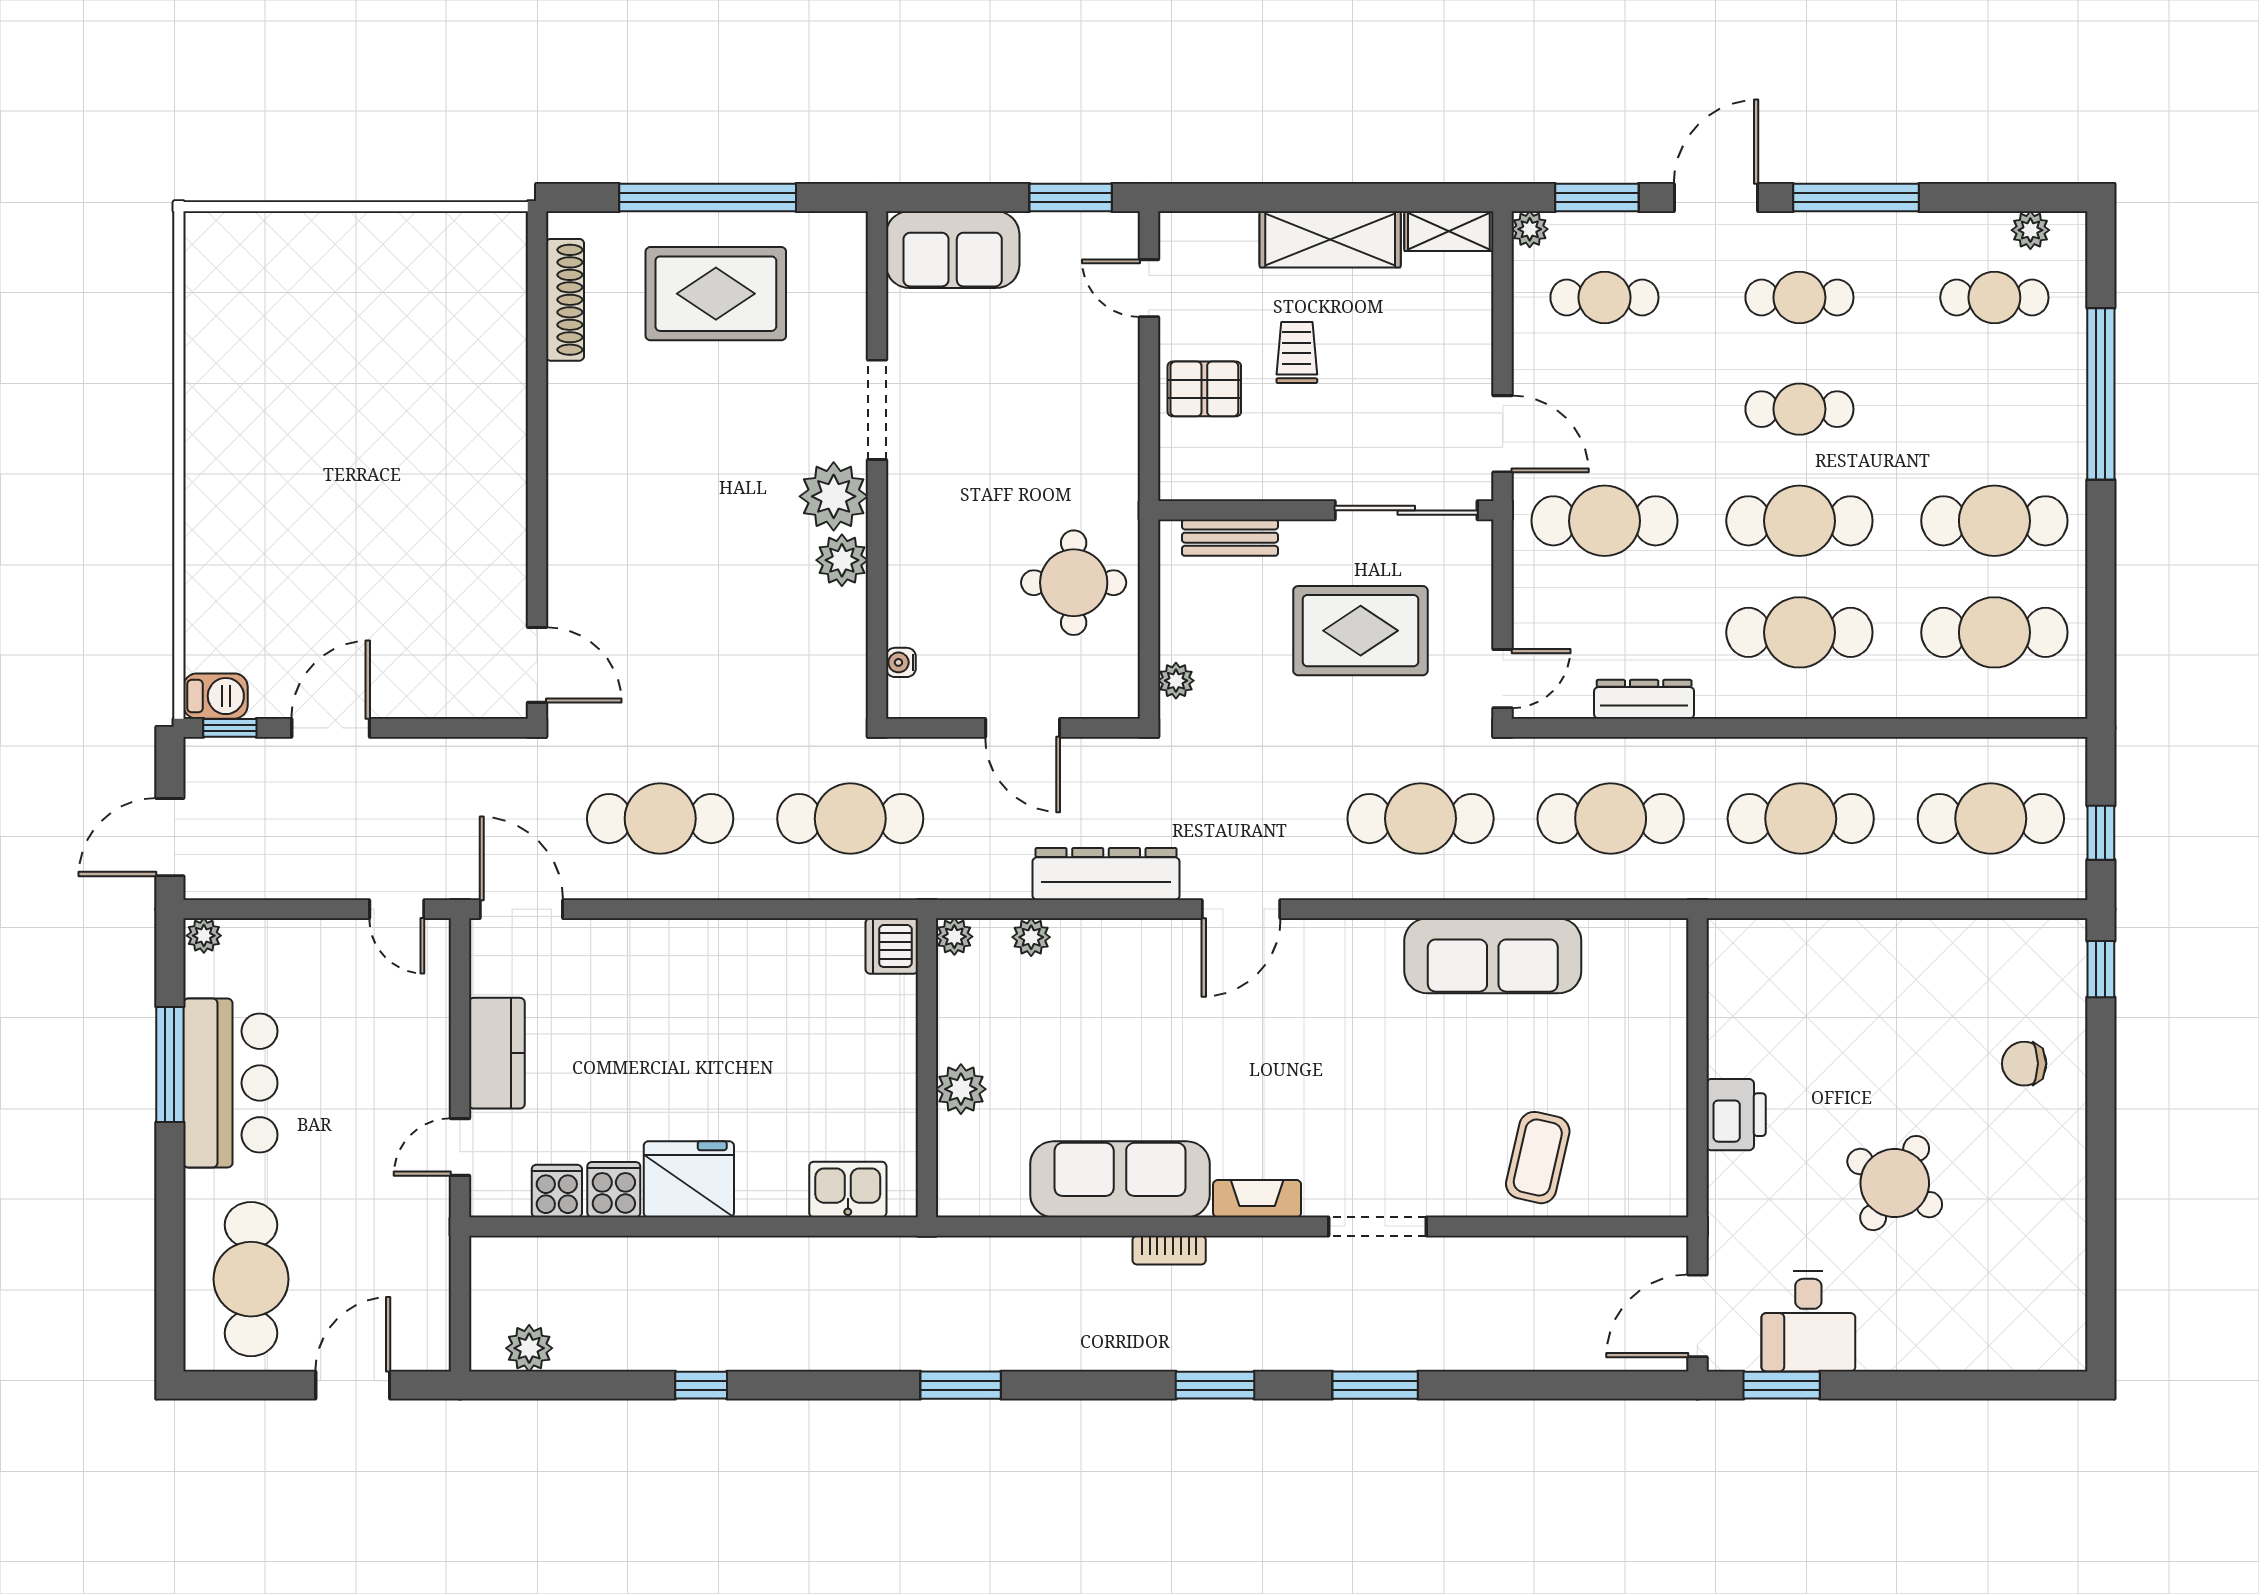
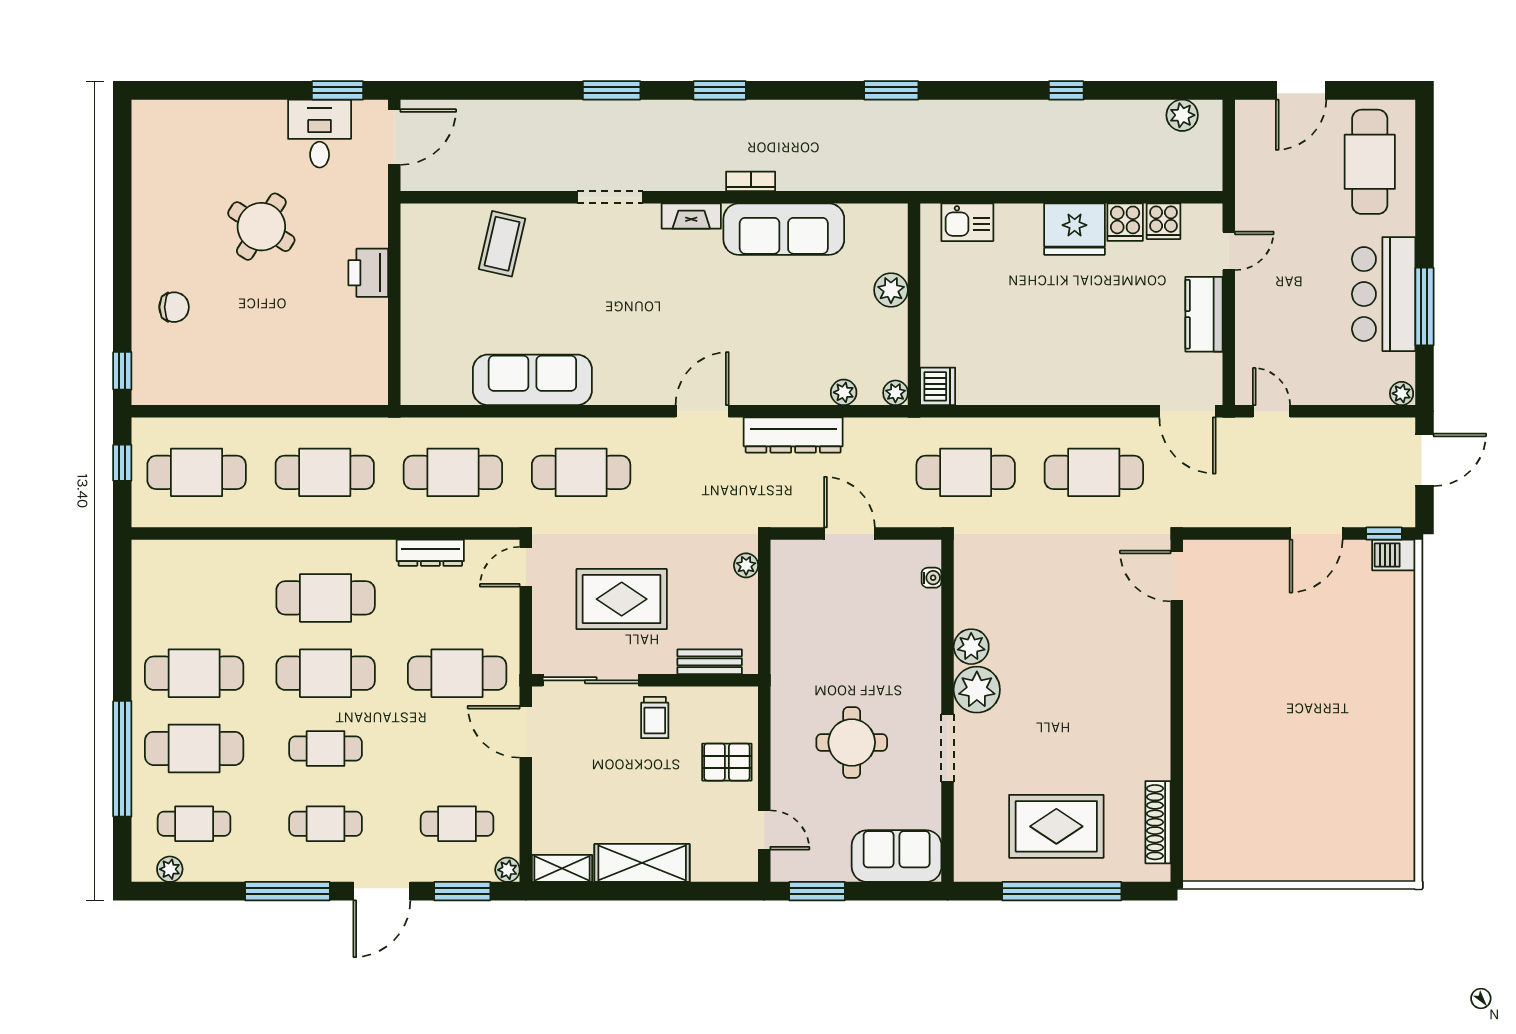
trolley: (1297, 352) -> (655, 718), moved
round table: (1074, 583) -> (852, 742), moved
cafe table: (1994, 632) -> (194, 748), moved

